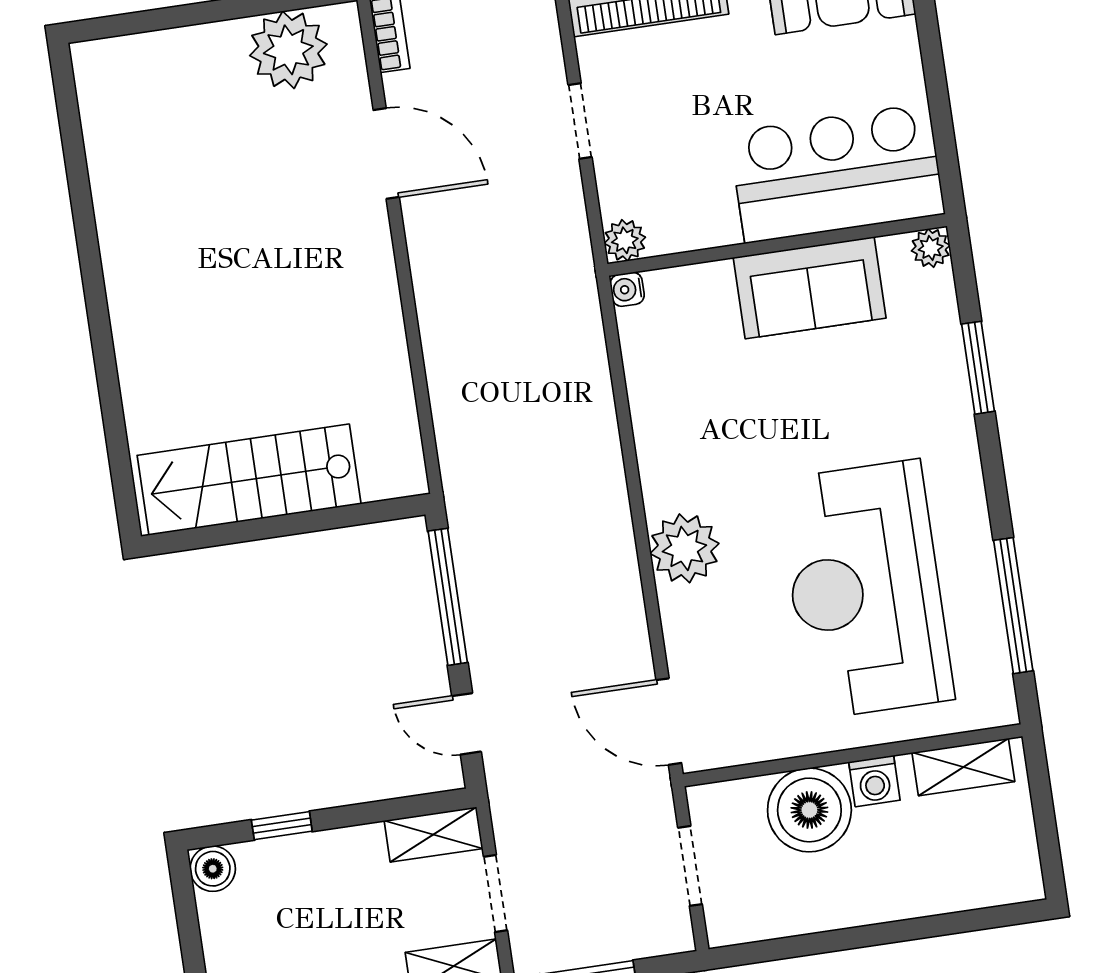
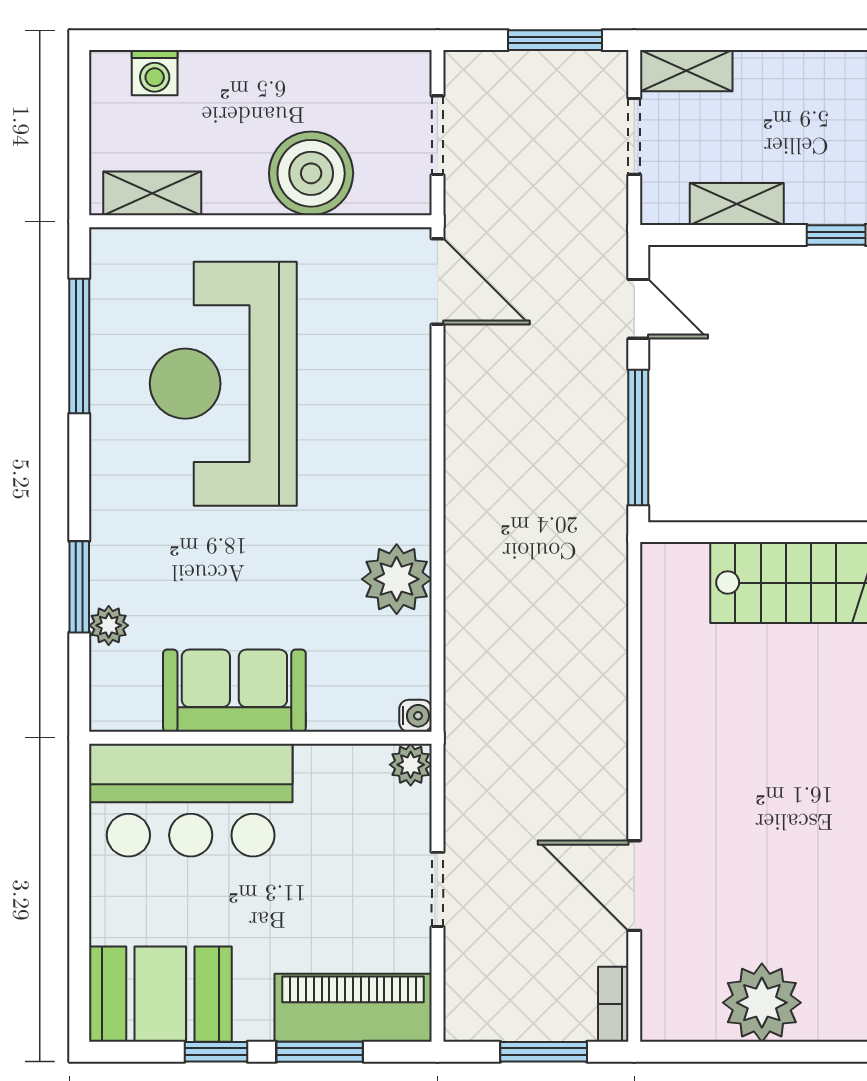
plant: (288, 50) -> (762, 1003), moved
plant: (931, 248) -> (109, 625), moved
plant: (684, 548) -> (397, 579), moved
reception desk: (865, 589) -> (223, 384), turned 180
washing machine: (874, 781) -> (155, 73), moved, turned 180
shelving: (433, 835) -> (737, 204), moved

